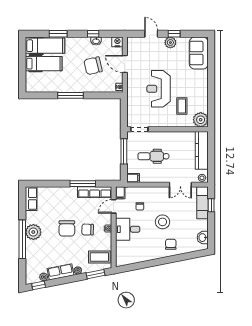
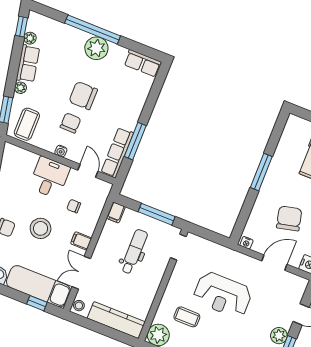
reception desk: (159, 89) -> (223, 295), turned 180
filing cabinet: (120, 193) -> (81, 241), moved
exam couch: (202, 203) -> (38, 286), width x1.36, depth x1.45

